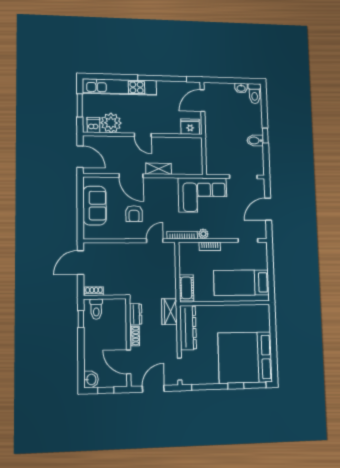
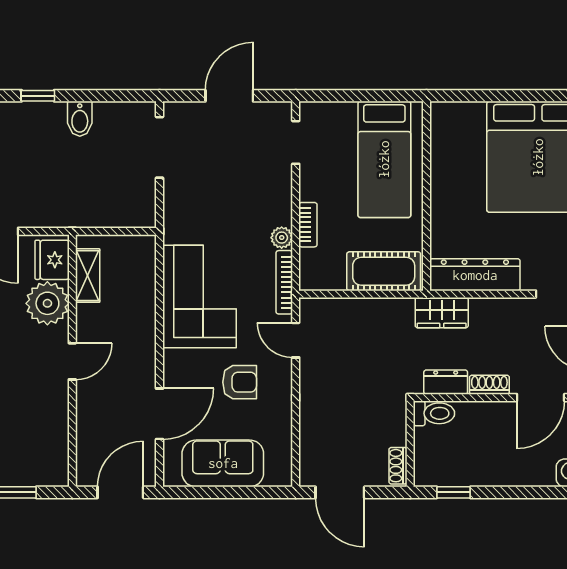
plant: (111, 123) -> (47, 303), moved
dishwasher: (93, 125) -> (52, 464), removed
window: (265, 136) -> (38, 96), moved
shelving: (159, 169) -> (88, 276), moved
door: (131, 176) -> (159, 414), moved
corner sofa: (203, 195) -> (199, 297), moved
door: (268, 209) -> (229, 96), swing flipped
cot: (186, 288) -> (384, 271), width x1.37, depth x1.34
toilet: (96, 309) -> (434, 413), moved

